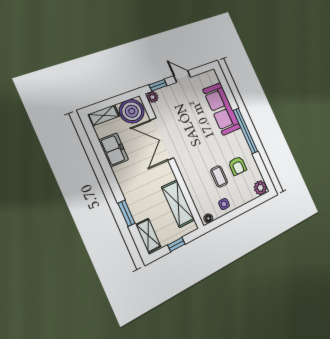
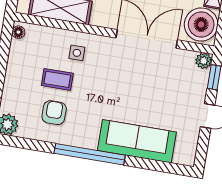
armchair: (237, 166) -> (54, 113), turned 90
side table: (224, 204) -> (77, 53), moved

